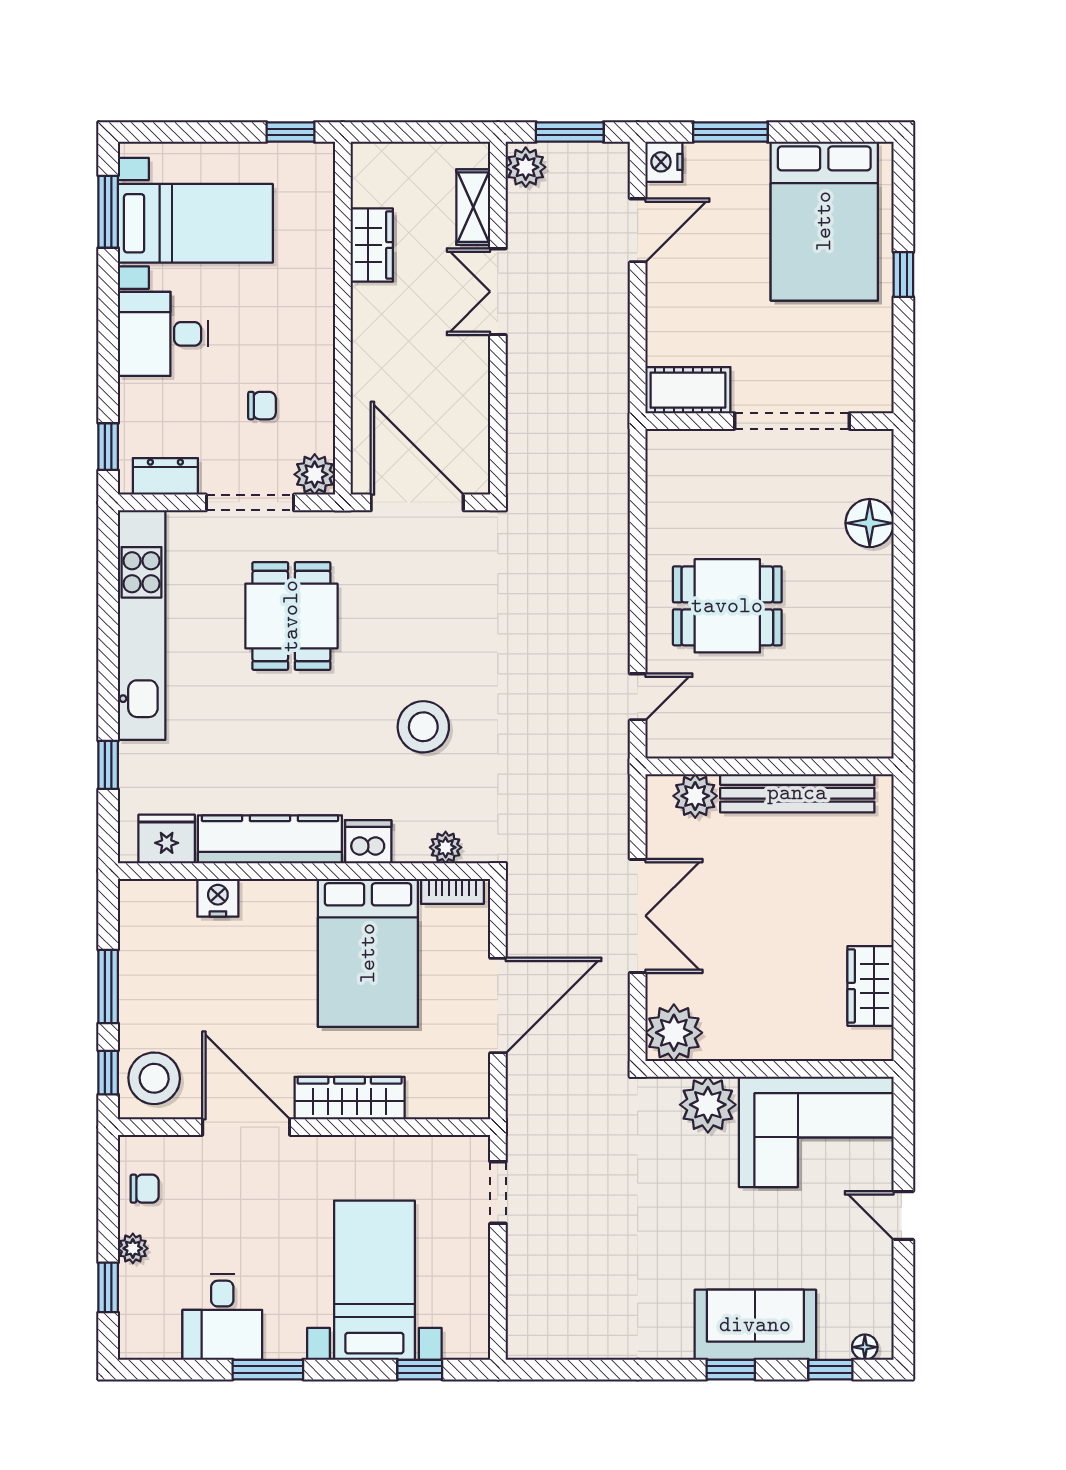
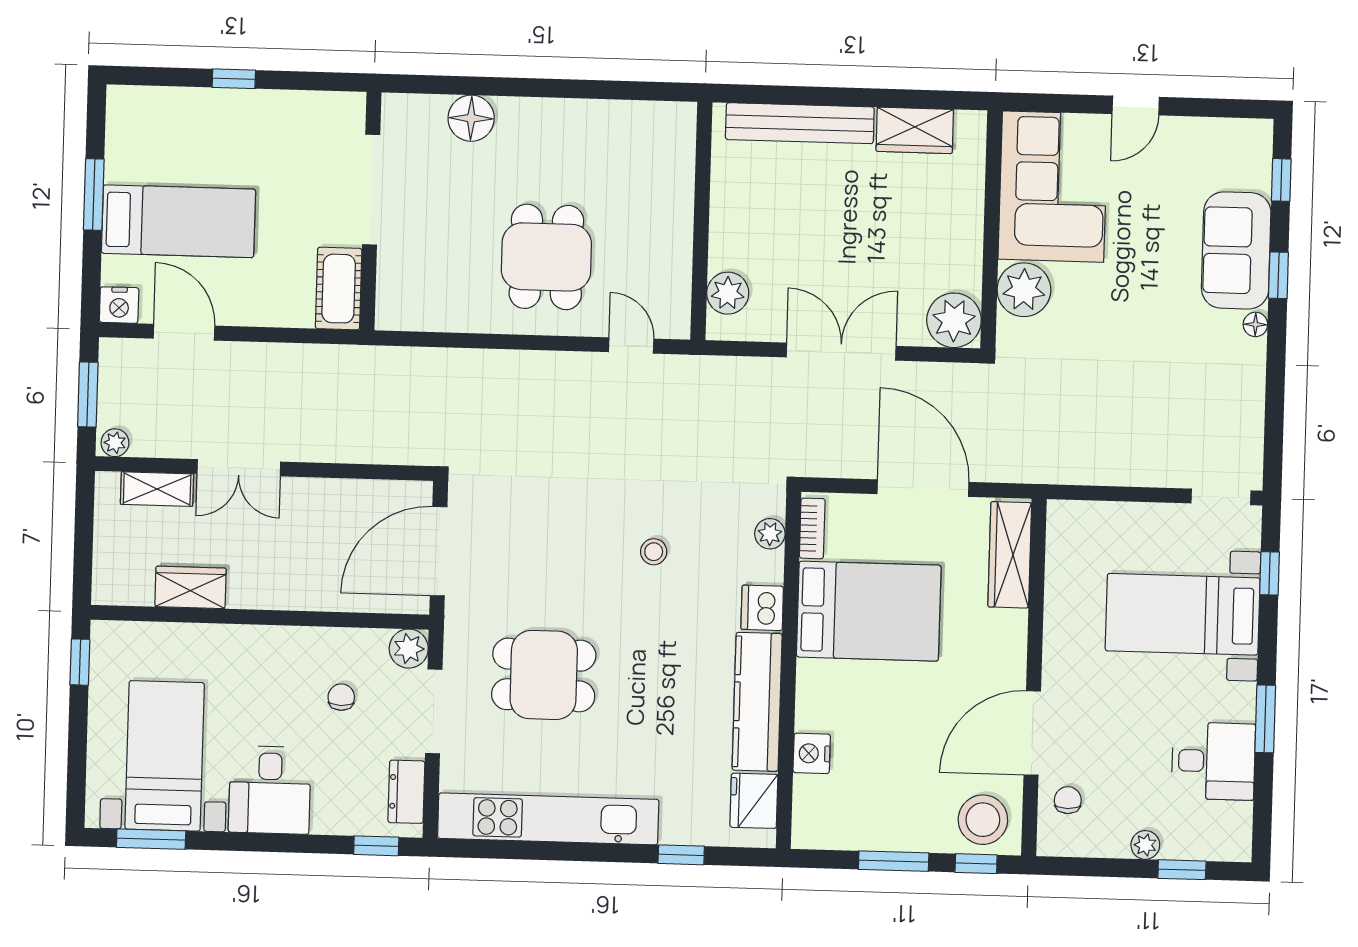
window: (730, 132) -> (94, 194), moved
plant: (526, 167) -> (115, 443), width x0.73, depth x0.73
bed: (824, 221) -> (178, 221), moved, width x0.67
stool: (423, 727) -> (654, 552), width x0.53, depth x0.53
bench: (797, 793) -> (800, 123), moved, turned 90
wardrobe: (350, 1098) -> (1010, 555), moved
chair: (145, 1189) -> (1068, 800), moved
doorway: (498, 1193) -> (1221, 497), moved
floor lamp: (865, 1347) -> (1255, 324), moved

